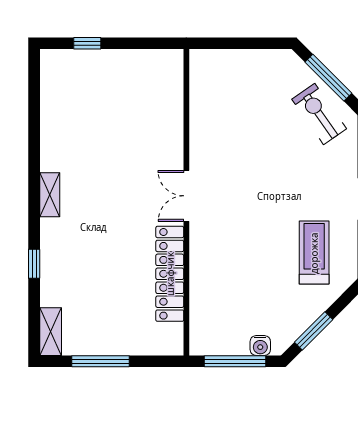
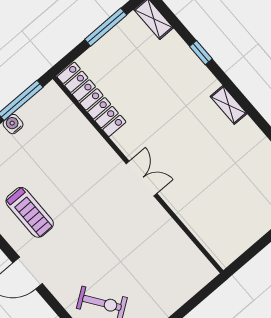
locker: (170, 274) -> (92, 99), moved

